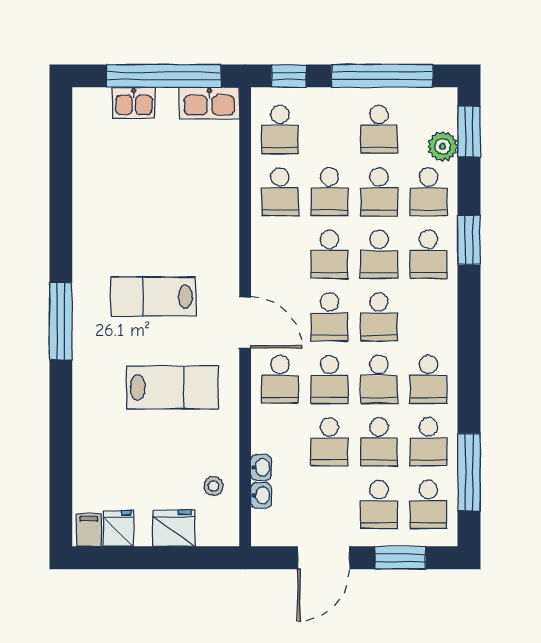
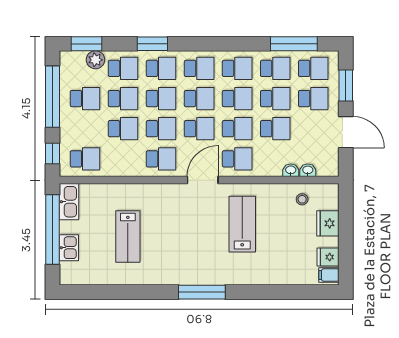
school desk: (280, 192) -> (161, 159), moved
lab bench: (153, 297) -> (128, 236), moved
school desk: (429, 317) -> (199, 68), added

